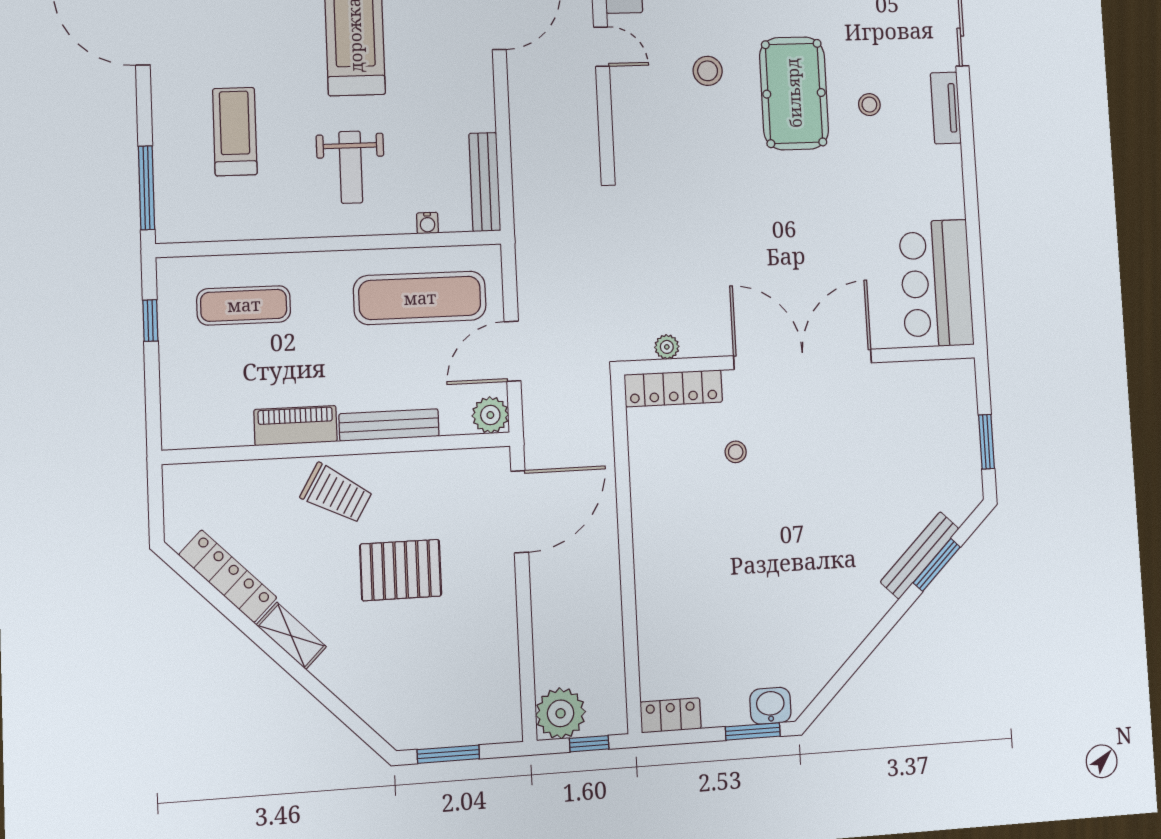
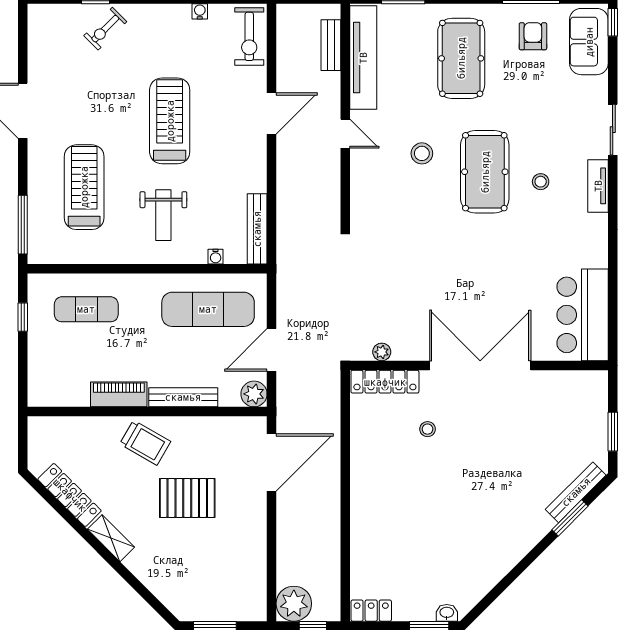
treadmill: (235, 132) -> (84, 187), width x1.37, depth x1.38
bench: (920, 555) -> (576, 492), moved
washbasin: (770, 706) -> (447, 613), width x0.72, depth x0.69

